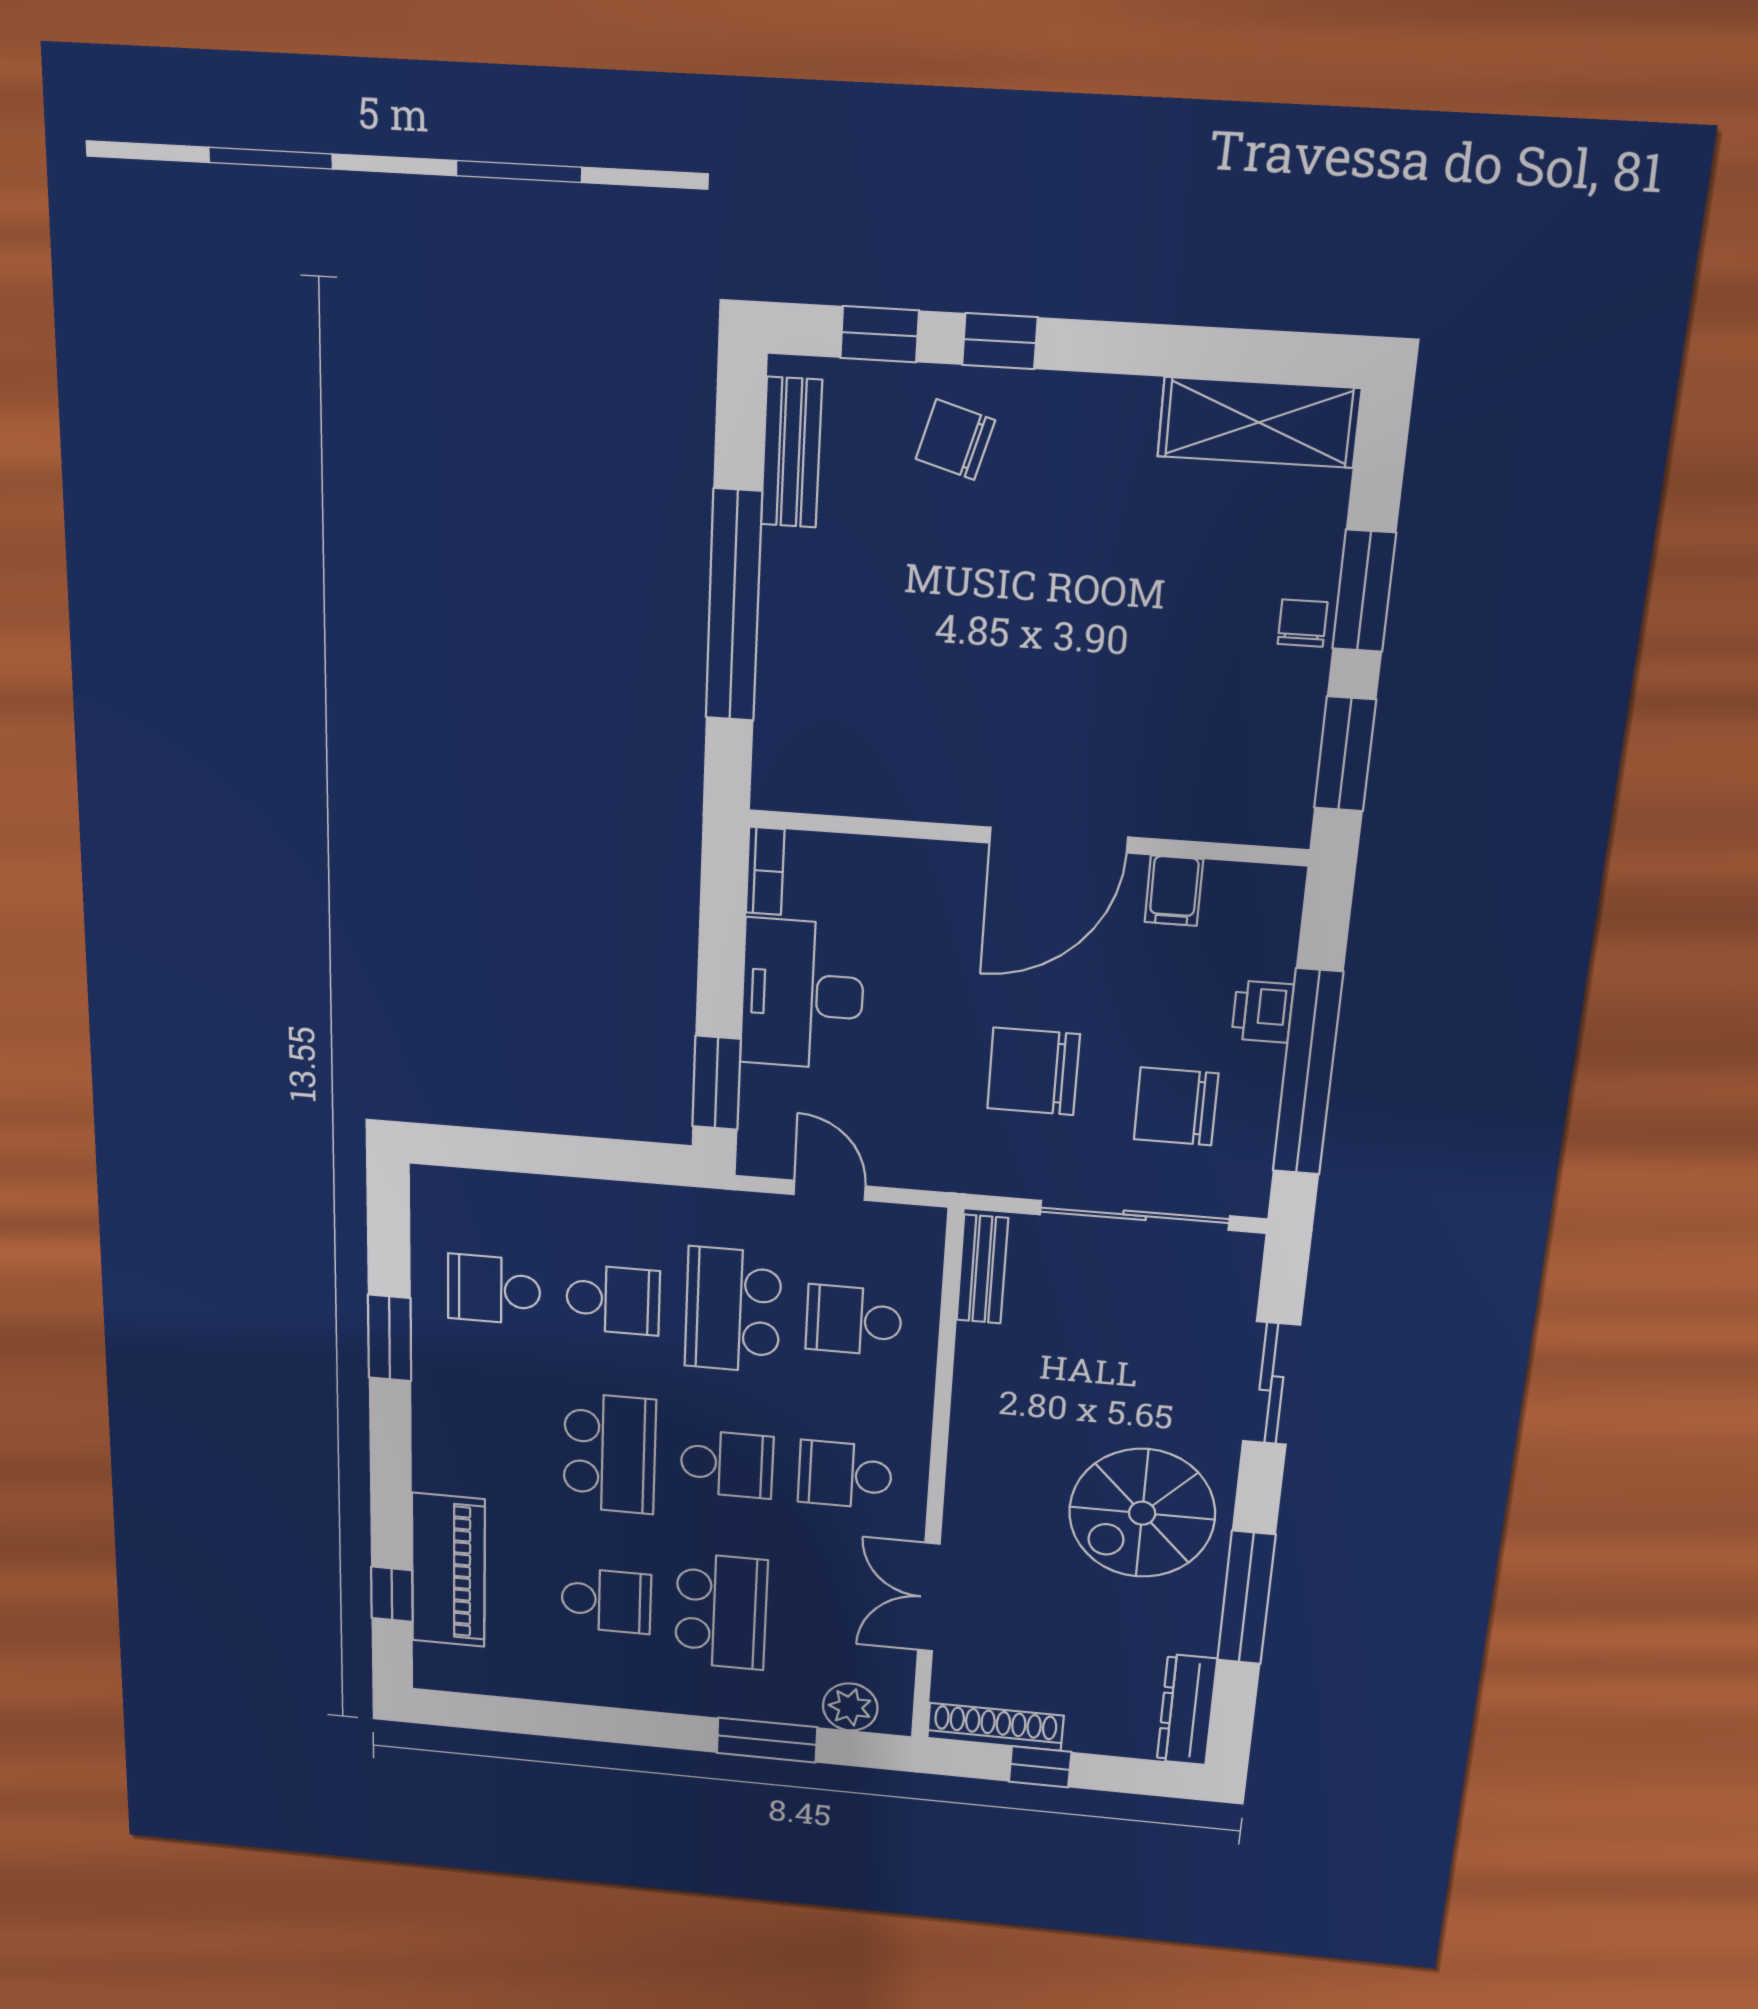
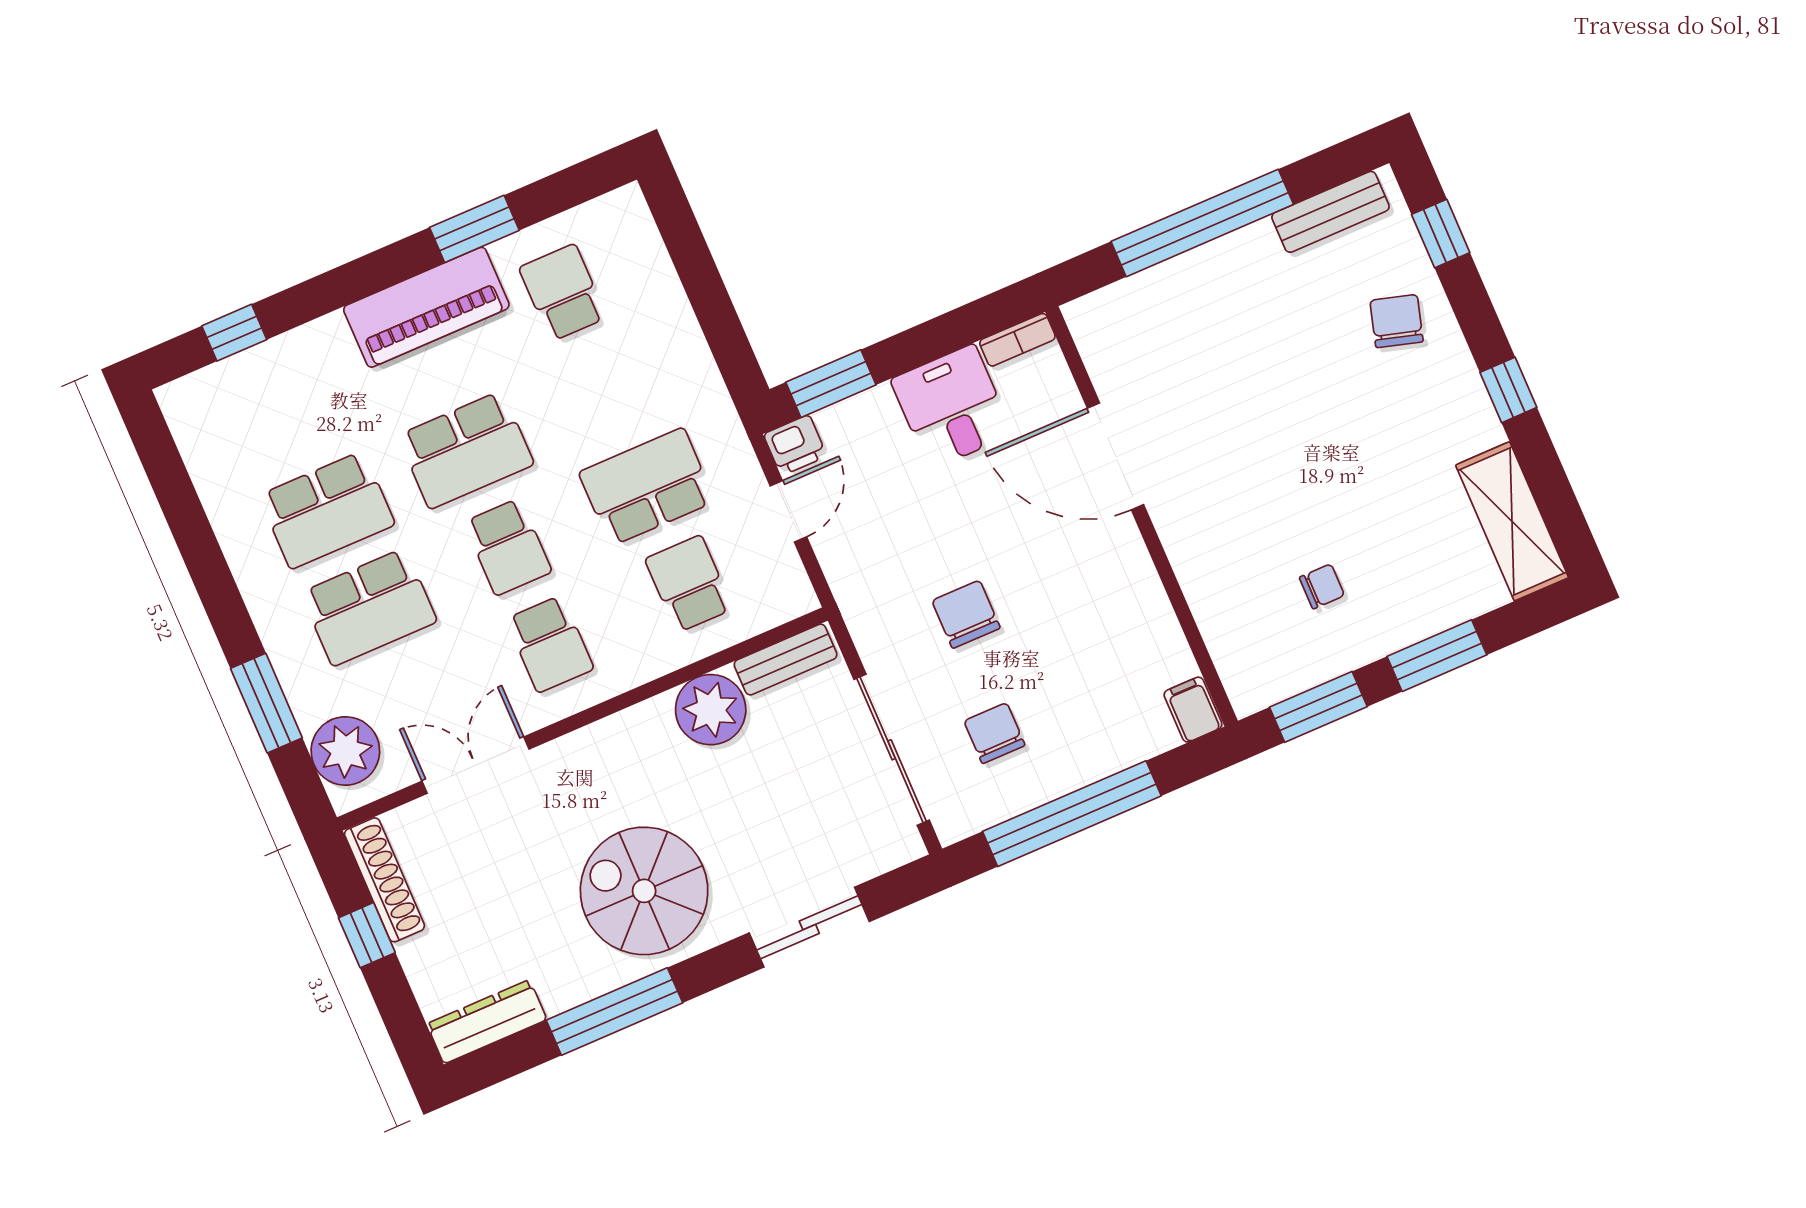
window: (1000, 341) -> (1508, 390), moved
chair: (1302, 623) -> (1322, 586), moved
door: (1059, 840) -> (1116, 456), moved
filing cabinet: (1174, 891) -> (1193, 710), moved, turned 90
desk: (802, 994) -> (952, 407), width x0.73
printer: (1262, 1012) -> (795, 445), moved, turned 180
chair: (1033, 1071) -> (966, 614), width x0.73, depth x0.73
chair: (1176, 1106) -> (994, 733), width x0.73, depth x0.73
school desk: (613, 1300) -> (605, 390), removed
plant: (994, 1364) -> (711, 710), added
school desk: (845, 1475) -> (550, 644), turned 180
piano: (448, 1570) -> (426, 307), moved
school desk: (606, 1601) -> (327, 510), width x1.85
plant: (850, 1707) -> (345, 751), width x1.36, depth x1.36

